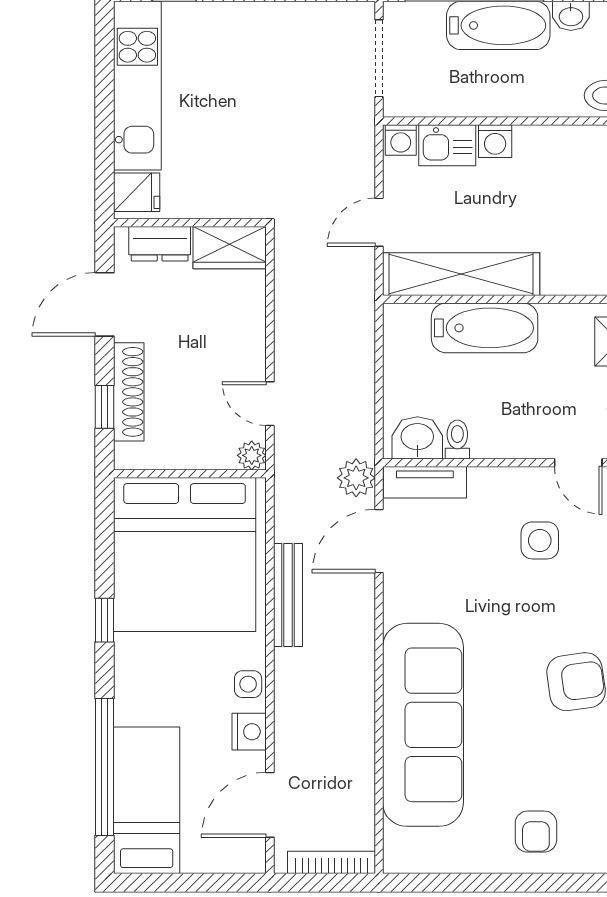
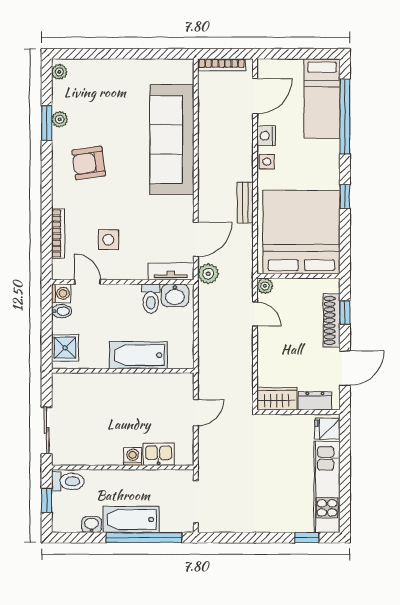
washing machine: (401, 140) -> (184, 457), removed
shelving: (461, 274) -> (151, 384), removed
toilet: (457, 440) -> (151, 299), width x1.37, depth x1.39
bench: (288, 595) -> (245, 203), width x0.73
armchair: (536, 832) -> (110, 82), removed

